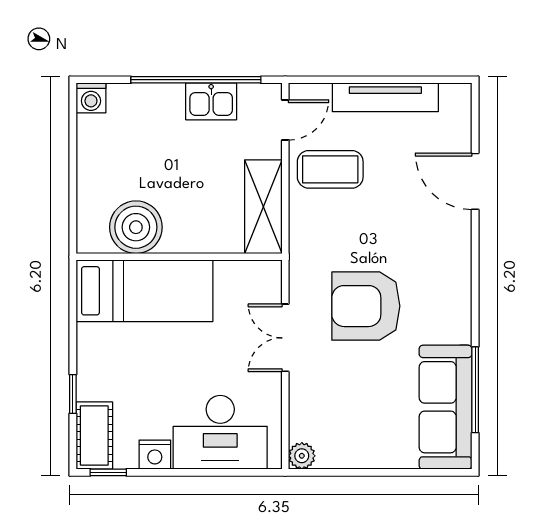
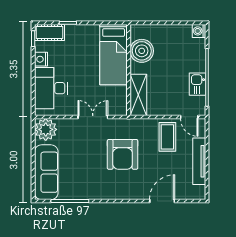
shelving: (263, 207) -> (138, 95), moved, turned 90
armchair: (366, 306) -> (123, 154), moved, turned 180
sofa: (446, 407) -> (46, 172), moved, turned 90
plant: (302, 456) -> (46, 129), width x1.88, depth x1.88

